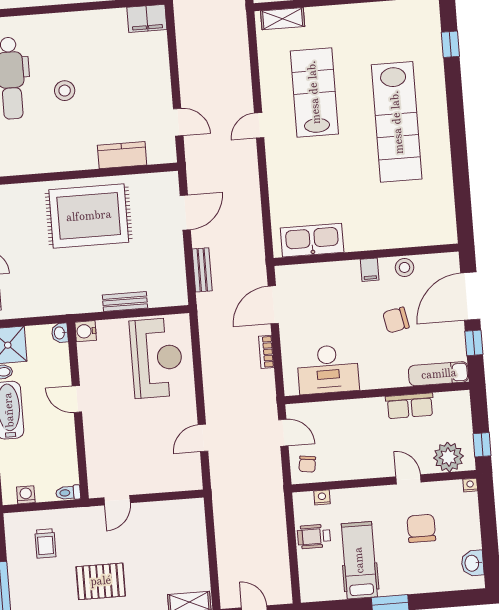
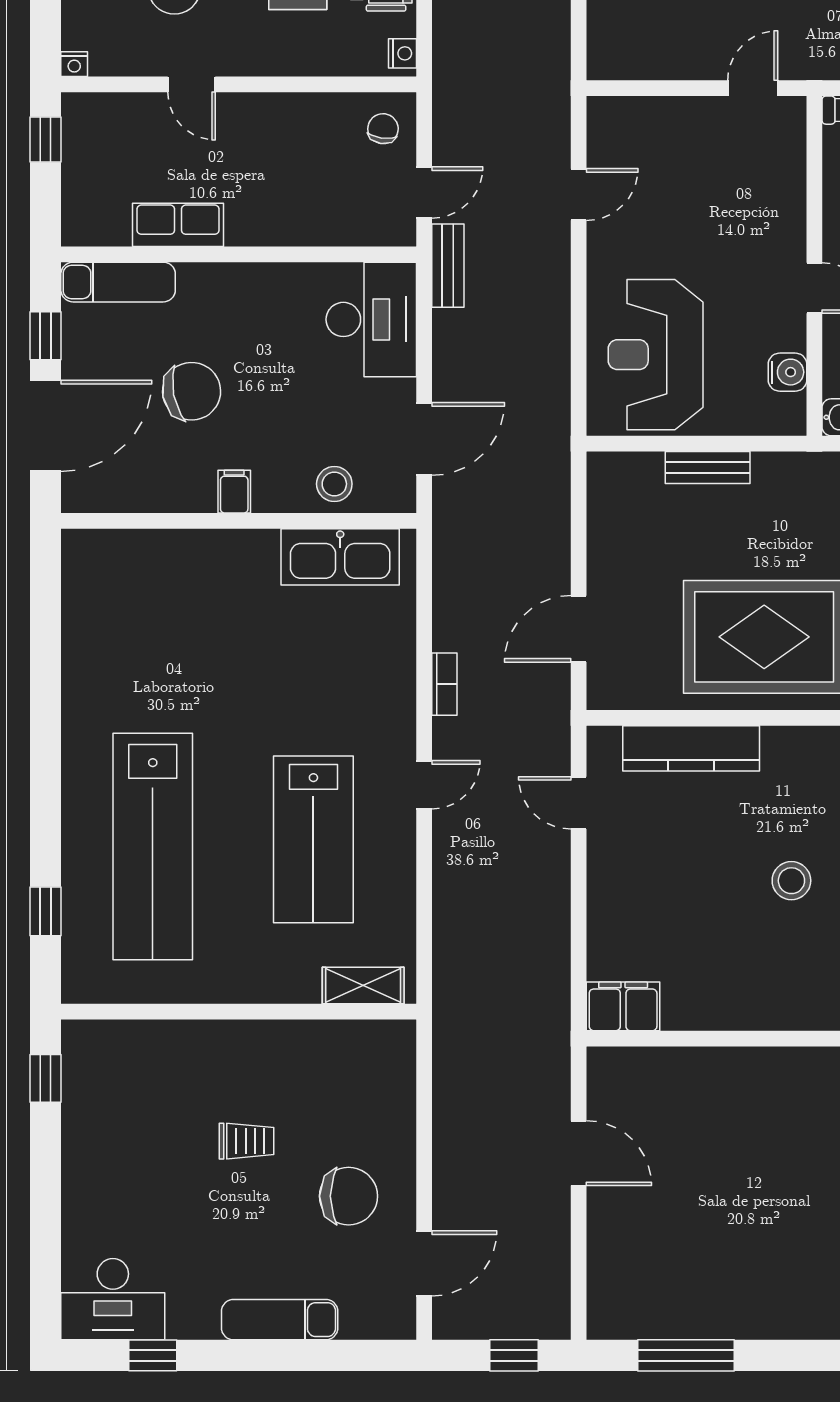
lab bench: (397, 122) -> (153, 846), moved, turned 180
kitchen counter: (122, 155) -> (691, 748), width x1.50
stool: (404, 267) -> (334, 484), moved
bench: (202, 270) -> (448, 266), moved
chair: (396, 320) -> (192, 391), width x1.37, depth x1.37
water cooler: (86, 331) -> (787, 372), moved
bookcase: (266, 352) -> (444, 684), moved
desk: (328, 369) -> (371, 319), moved, turned 90
door: (283, 433) -> (424, 192), swing flipped
plant: (448, 457) -> (112, 121), removed
nightstand: (322, 497) -> (403, 53), moved, turned -90

